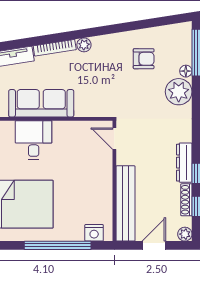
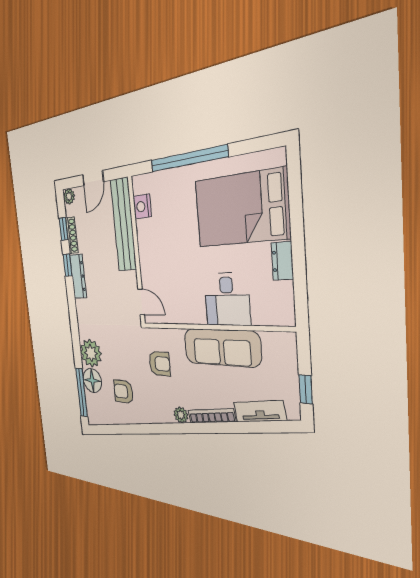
floor lamp: (186, 71) -> (92, 380), width x1.89, depth x1.89
armchair: (101, 87) -> (160, 364), added
nightstand: (94, 233) -> (142, 206), moved, turned -90

